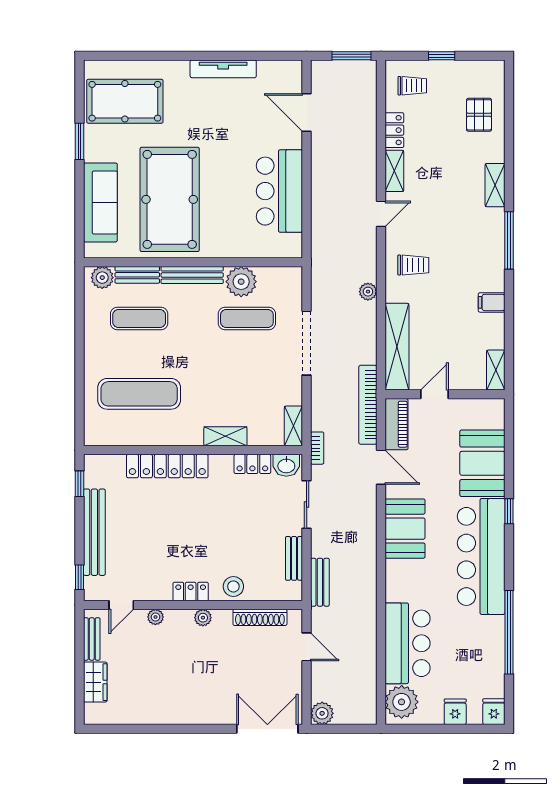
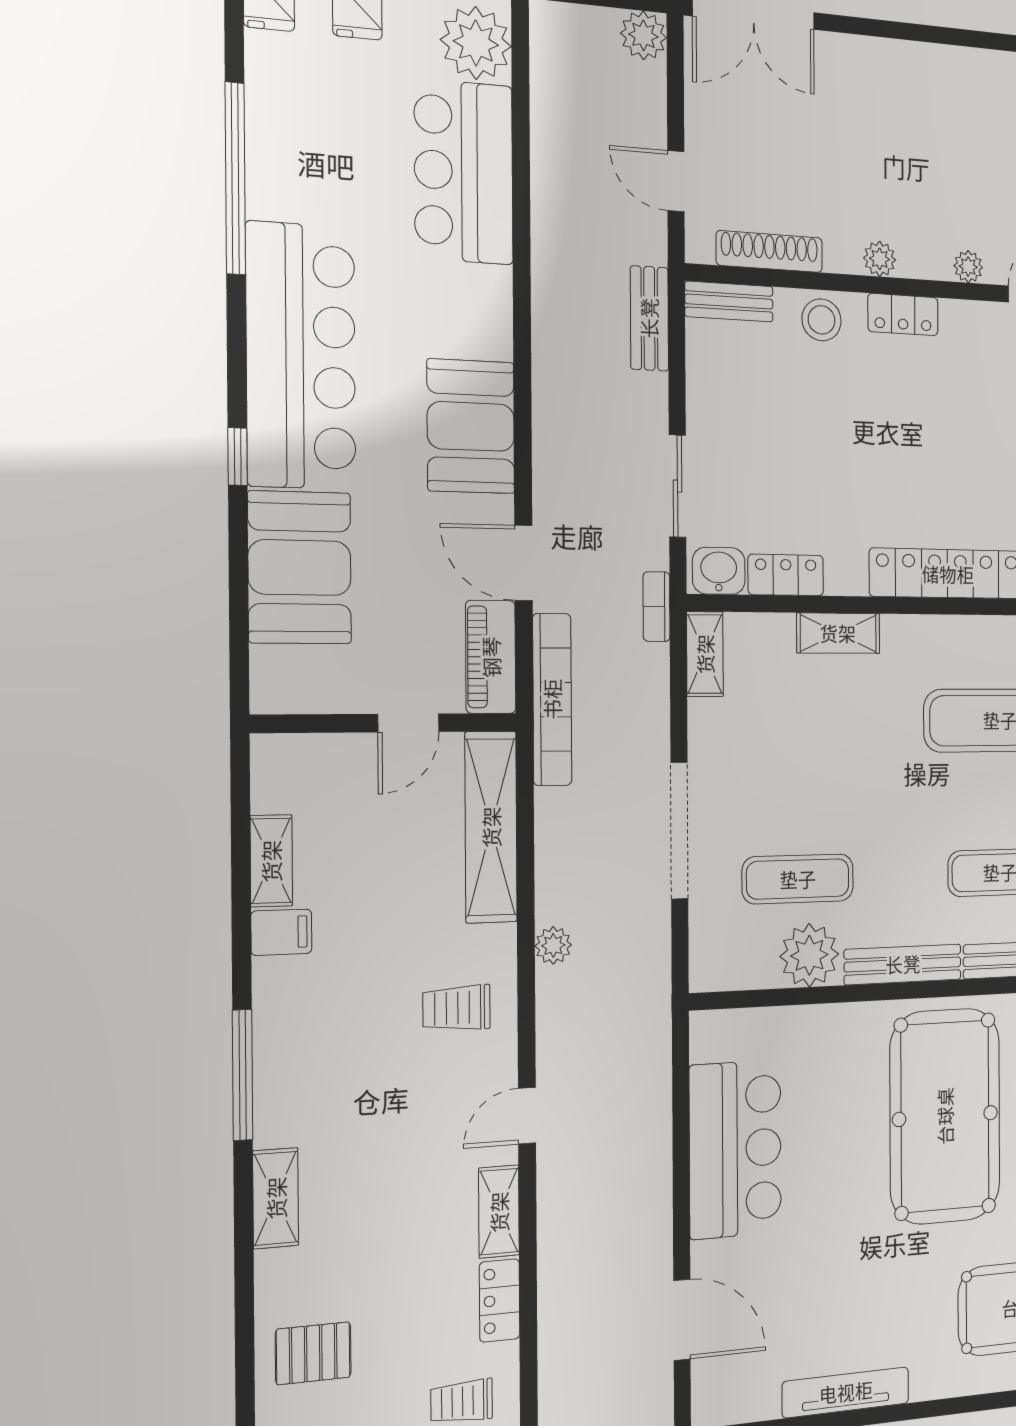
pallet: (479, 115) -> (313, 1353), turned 90
shelving: (496, 370) -> (271, 861), moved
bench: (294, 558) -> (729, 302), moved, turned 90

